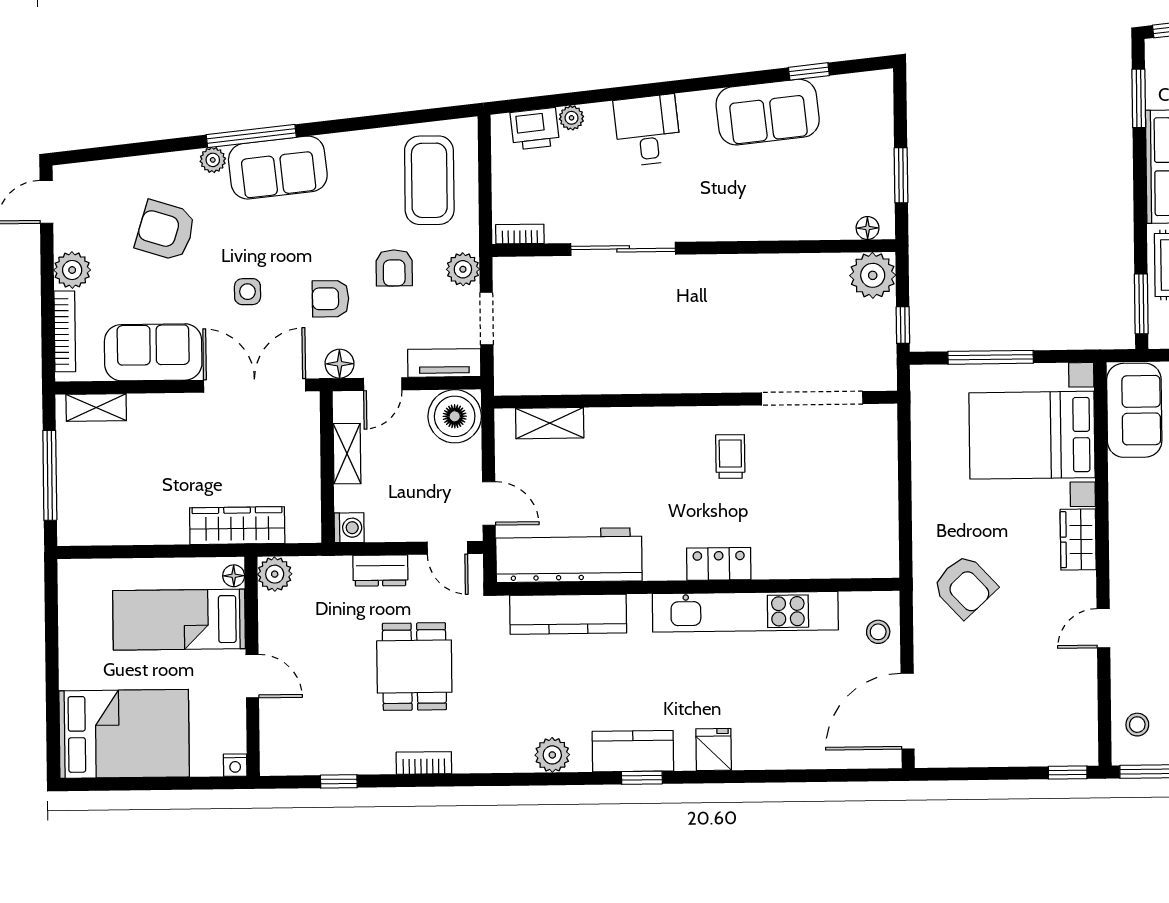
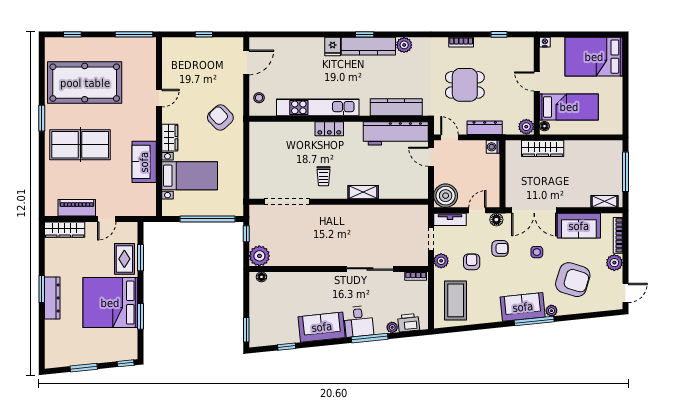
window: (622, 93) -> (370, 338), added
window: (1139, 98) -> (140, 316), moved
sofa: (768, 112) -> (322, 327), moved
window: (901, 175) -> (246, 330), moved
armchair: (166, 231) -> (573, 280), width x1.36, depth x1.36
window: (1141, 304) -> (140, 258), moved
window: (991, 357) -> (208, 219), width x1.46
sofa: (1134, 410) -> (144, 162), moved
shelving: (550, 423) -> (363, 192), moved
bed with nightstands: (1032, 435) -> (190, 176), width x0.73
shelving: (347, 454) -> (494, 180), removed
dresser: (380, 570) -> (485, 128), width x1.44
dining table: (414, 667) -> (465, 85), turned 90
door: (908, 711) -> (246, 62), width x0.73
stool: (1137, 725) -> (145, 55), removed
kitchen counter: (633, 751) -> (368, 46), width x1.50
window: (1068, 773) -> (204, 34), moved

